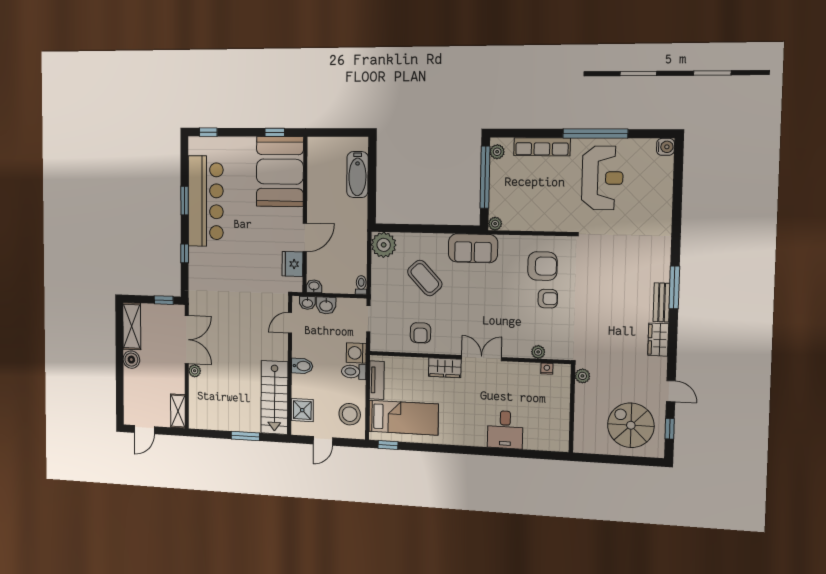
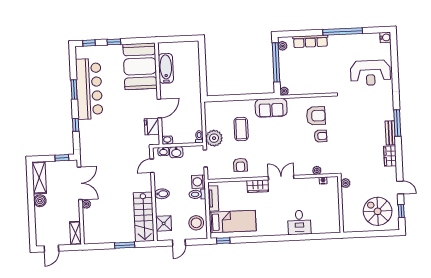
window: (275, 132) -> (114, 42), moved
bathtub: (357, 175) -> (166, 68), moved, turned 180
reception desk: (602, 178) -> (370, 73), moved, turned 90
plant: (384, 245) -> (214, 138), moved
coffee table: (425, 278) -> (241, 129), turned 43

